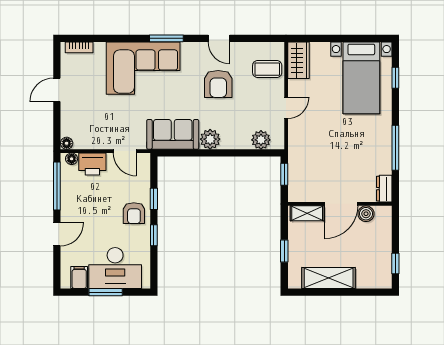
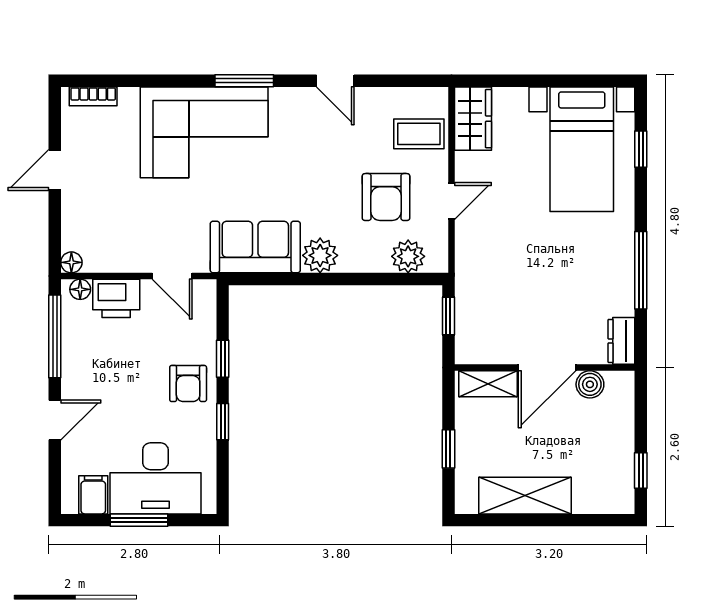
armchair: (218, 84) -> (386, 197), moved

